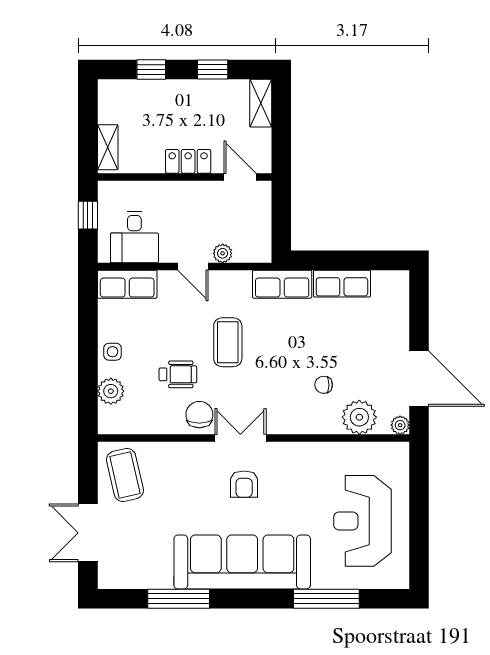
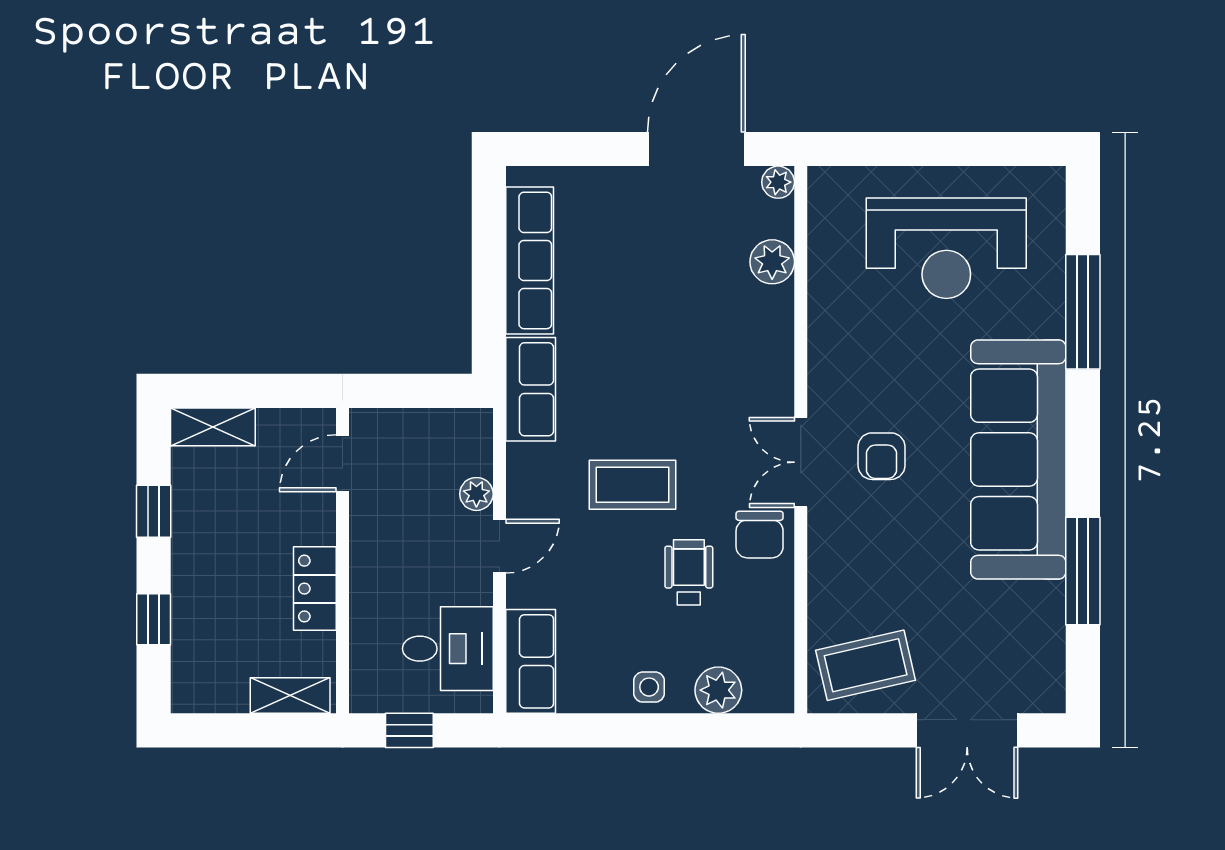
locker: (188, 161) -> (315, 589), moved
row of seats: (342, 284) -> (530, 260), width x1.48
chair: (324, 385) -> (707, 317), removed
chair: (199, 415) -> (760, 535), turned -90
plant: (359, 417) -> (772, 262), width x0.73, depth x0.73
armchair: (244, 484) -> (881, 456), turned 90

